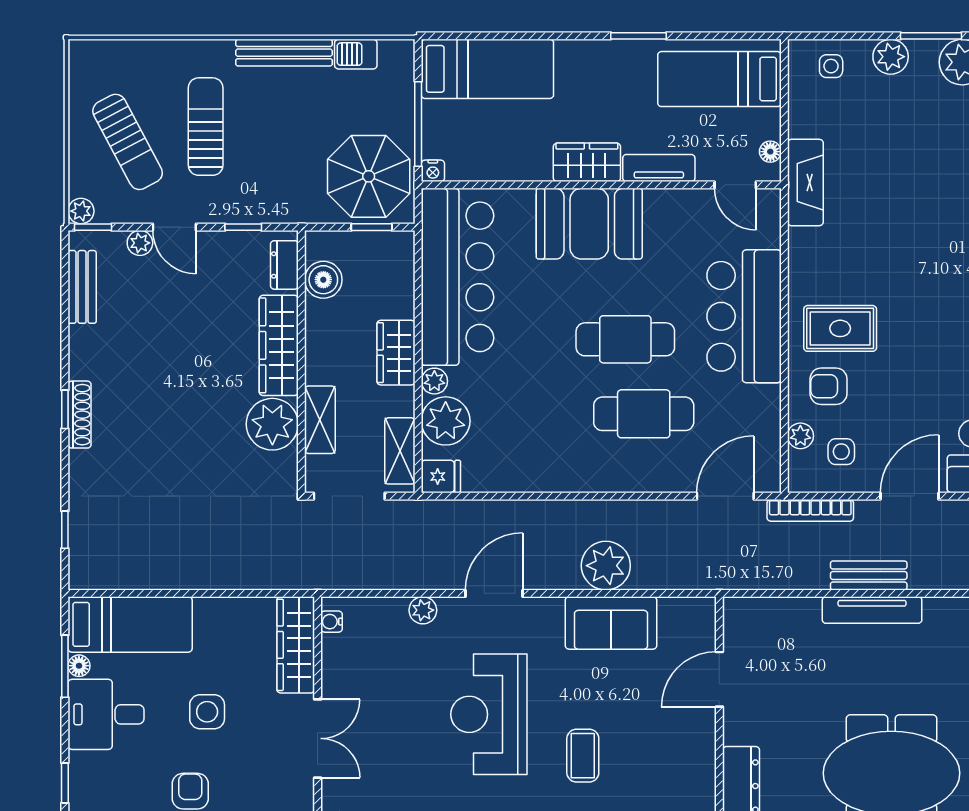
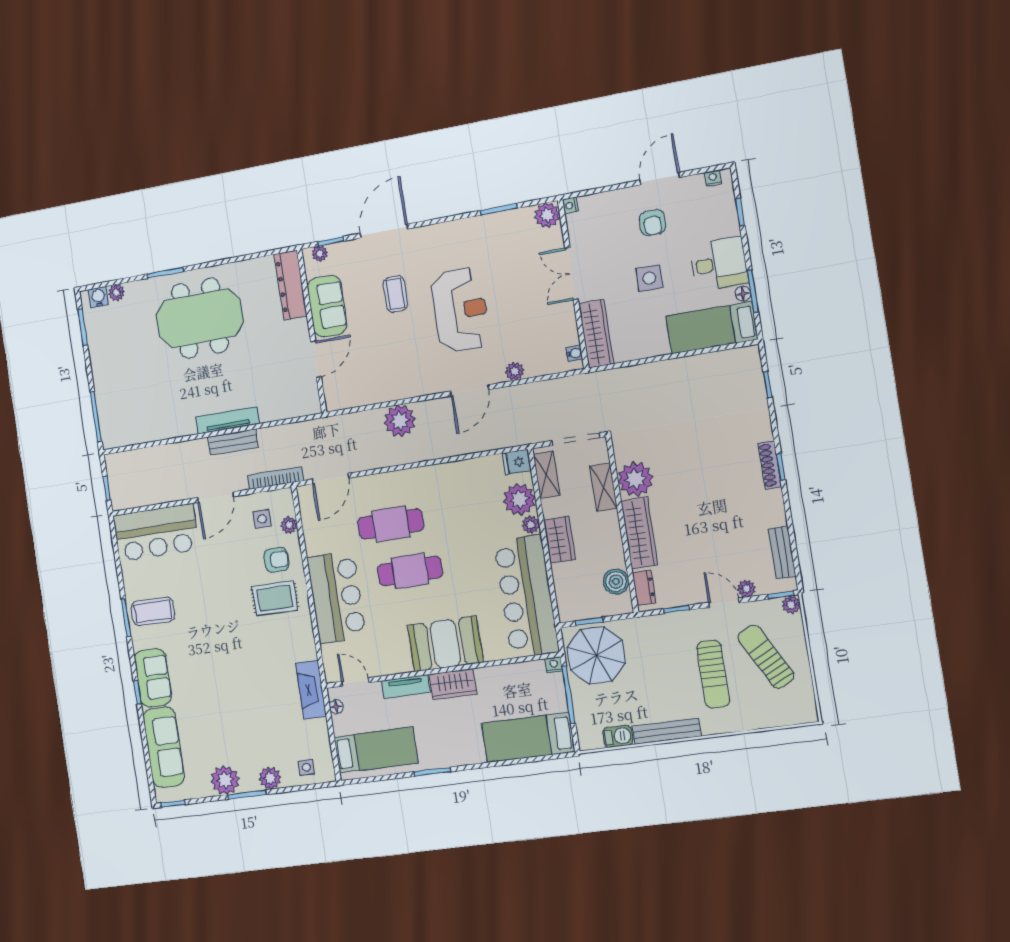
sofa: (611, 623) -> (327, 306), moved, turned 90

